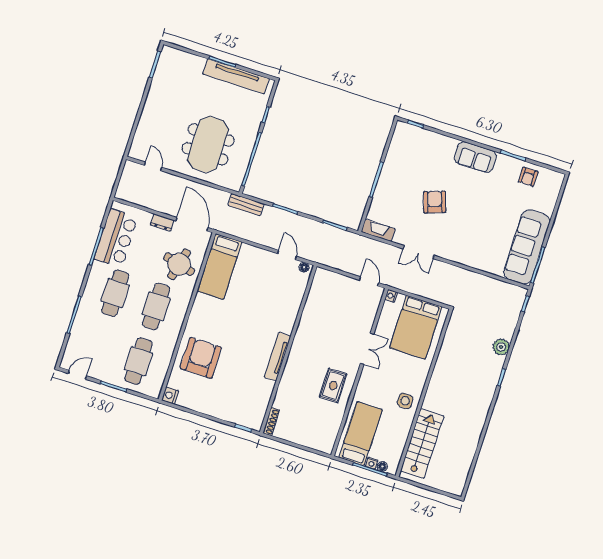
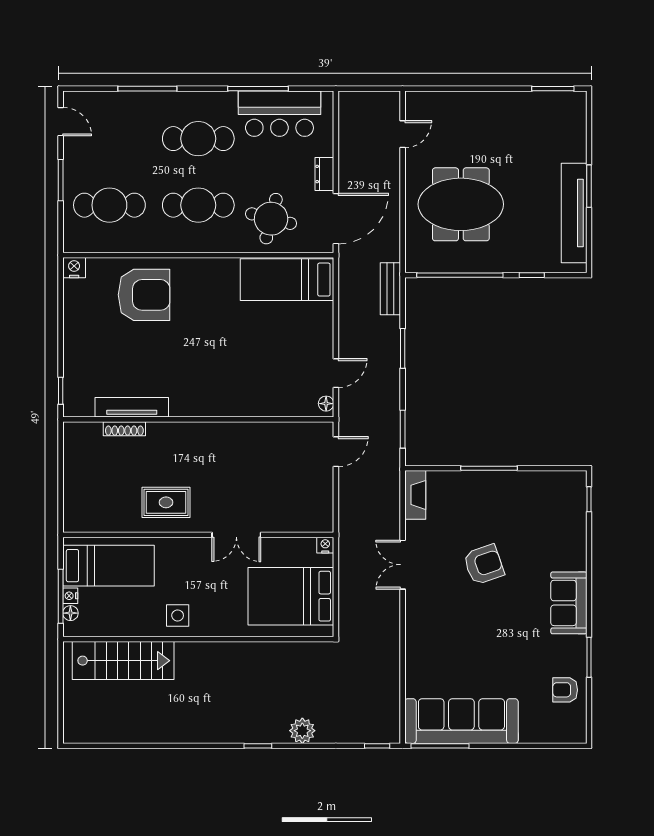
door: (369, 281) -> (336, 452), moved
tv unit: (278, 357) -> (132, 407), moved
shoe rack: (271, 422) -> (124, 429), moved

